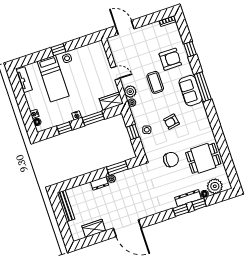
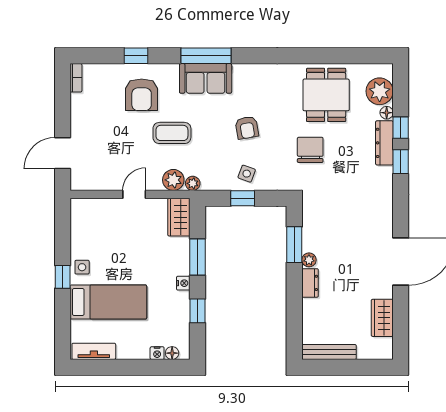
armchair: (170, 59) -> (142, 95), turned 180

